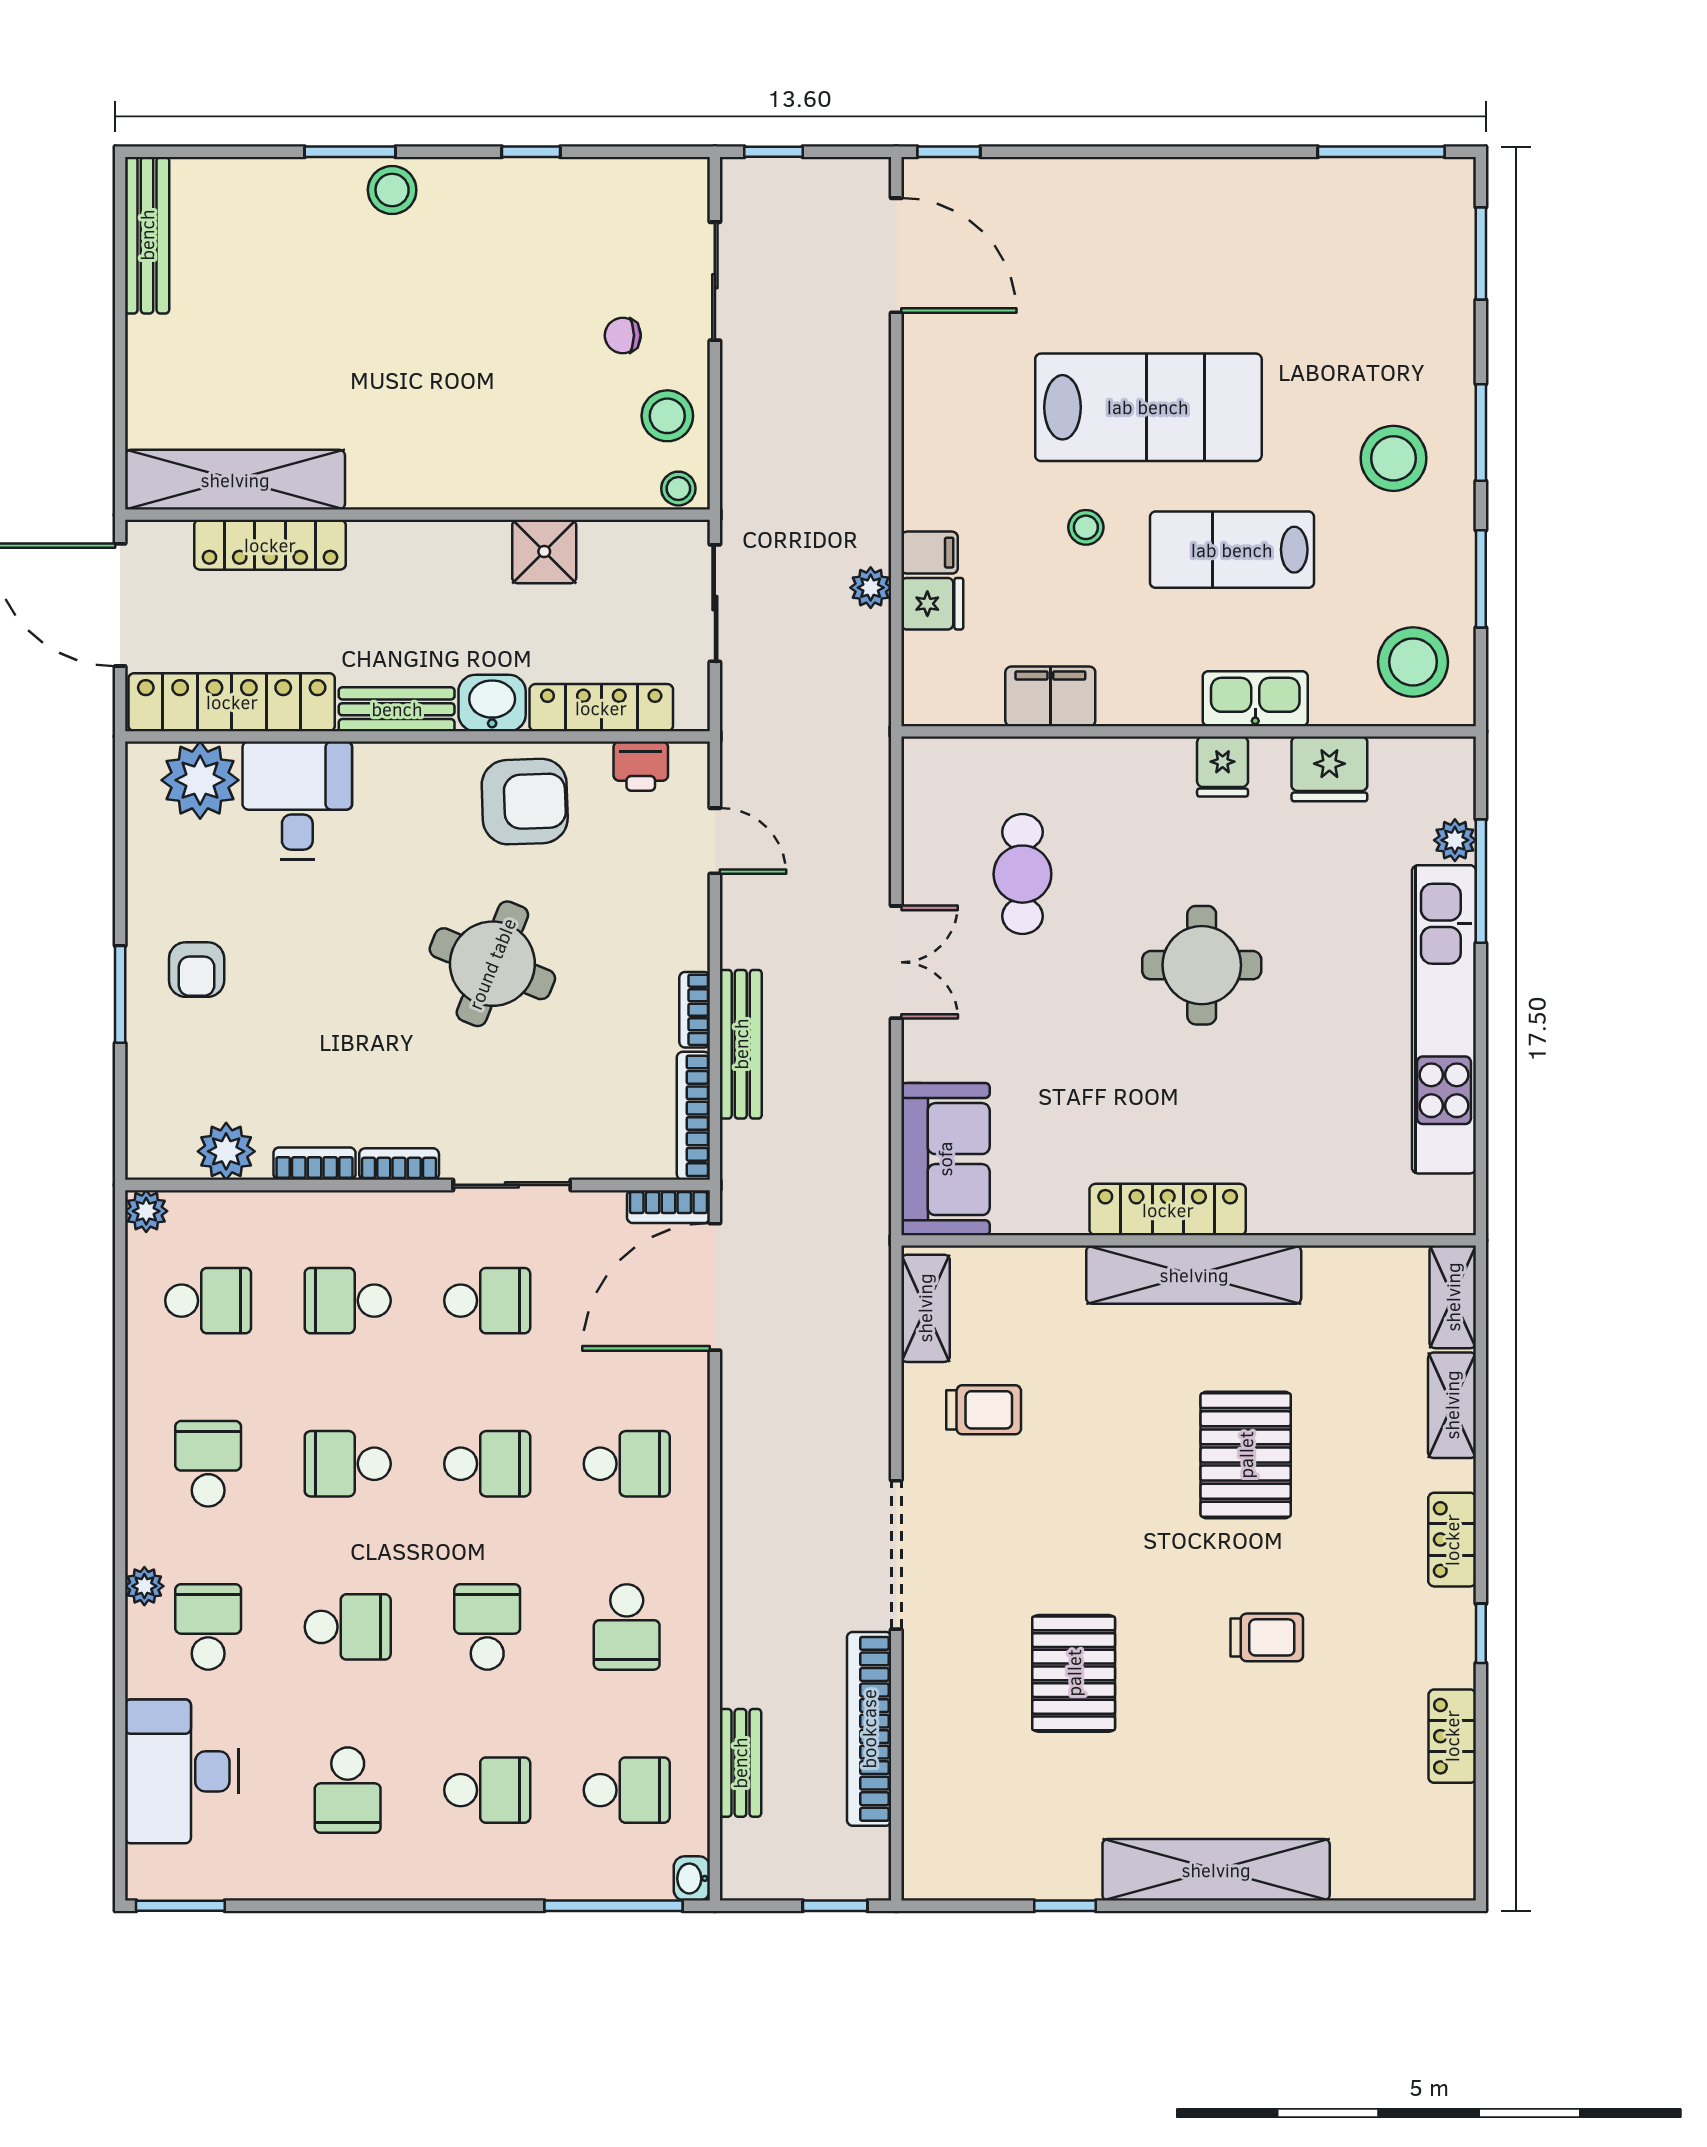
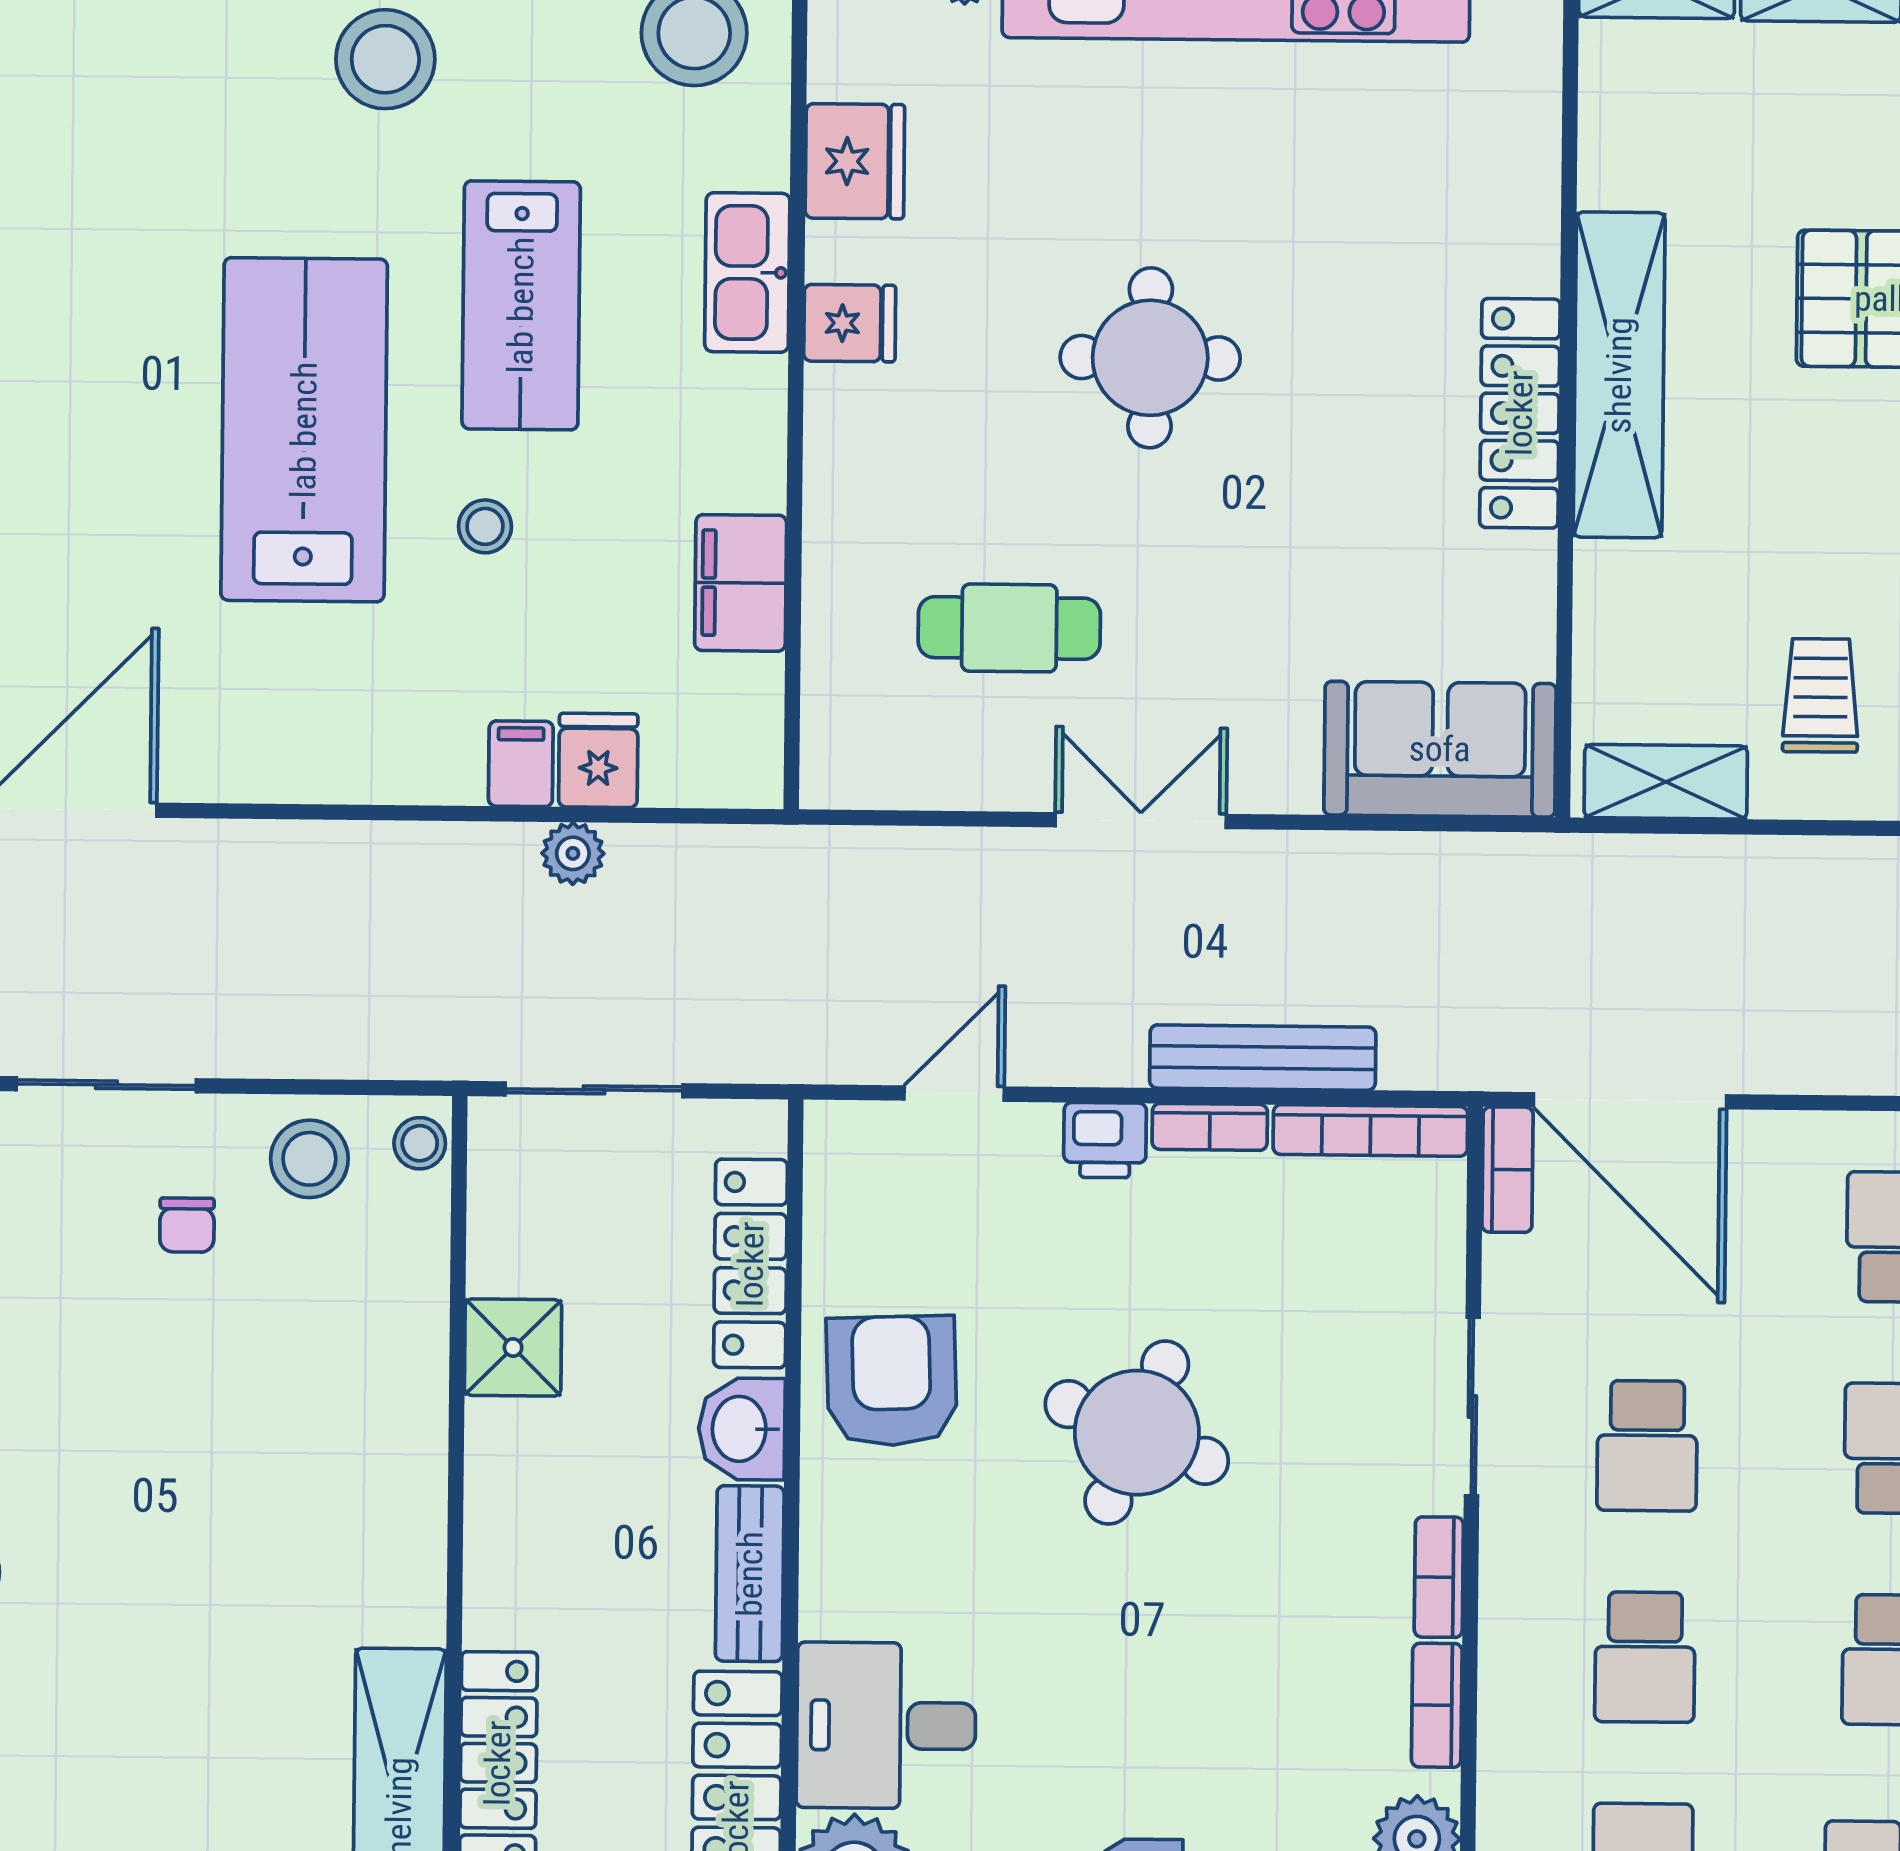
printer: (641, 766) -> (1105, 1140), moved, turned 90
school desk: (487, 1301) -> (1647, 1446), turned 180

